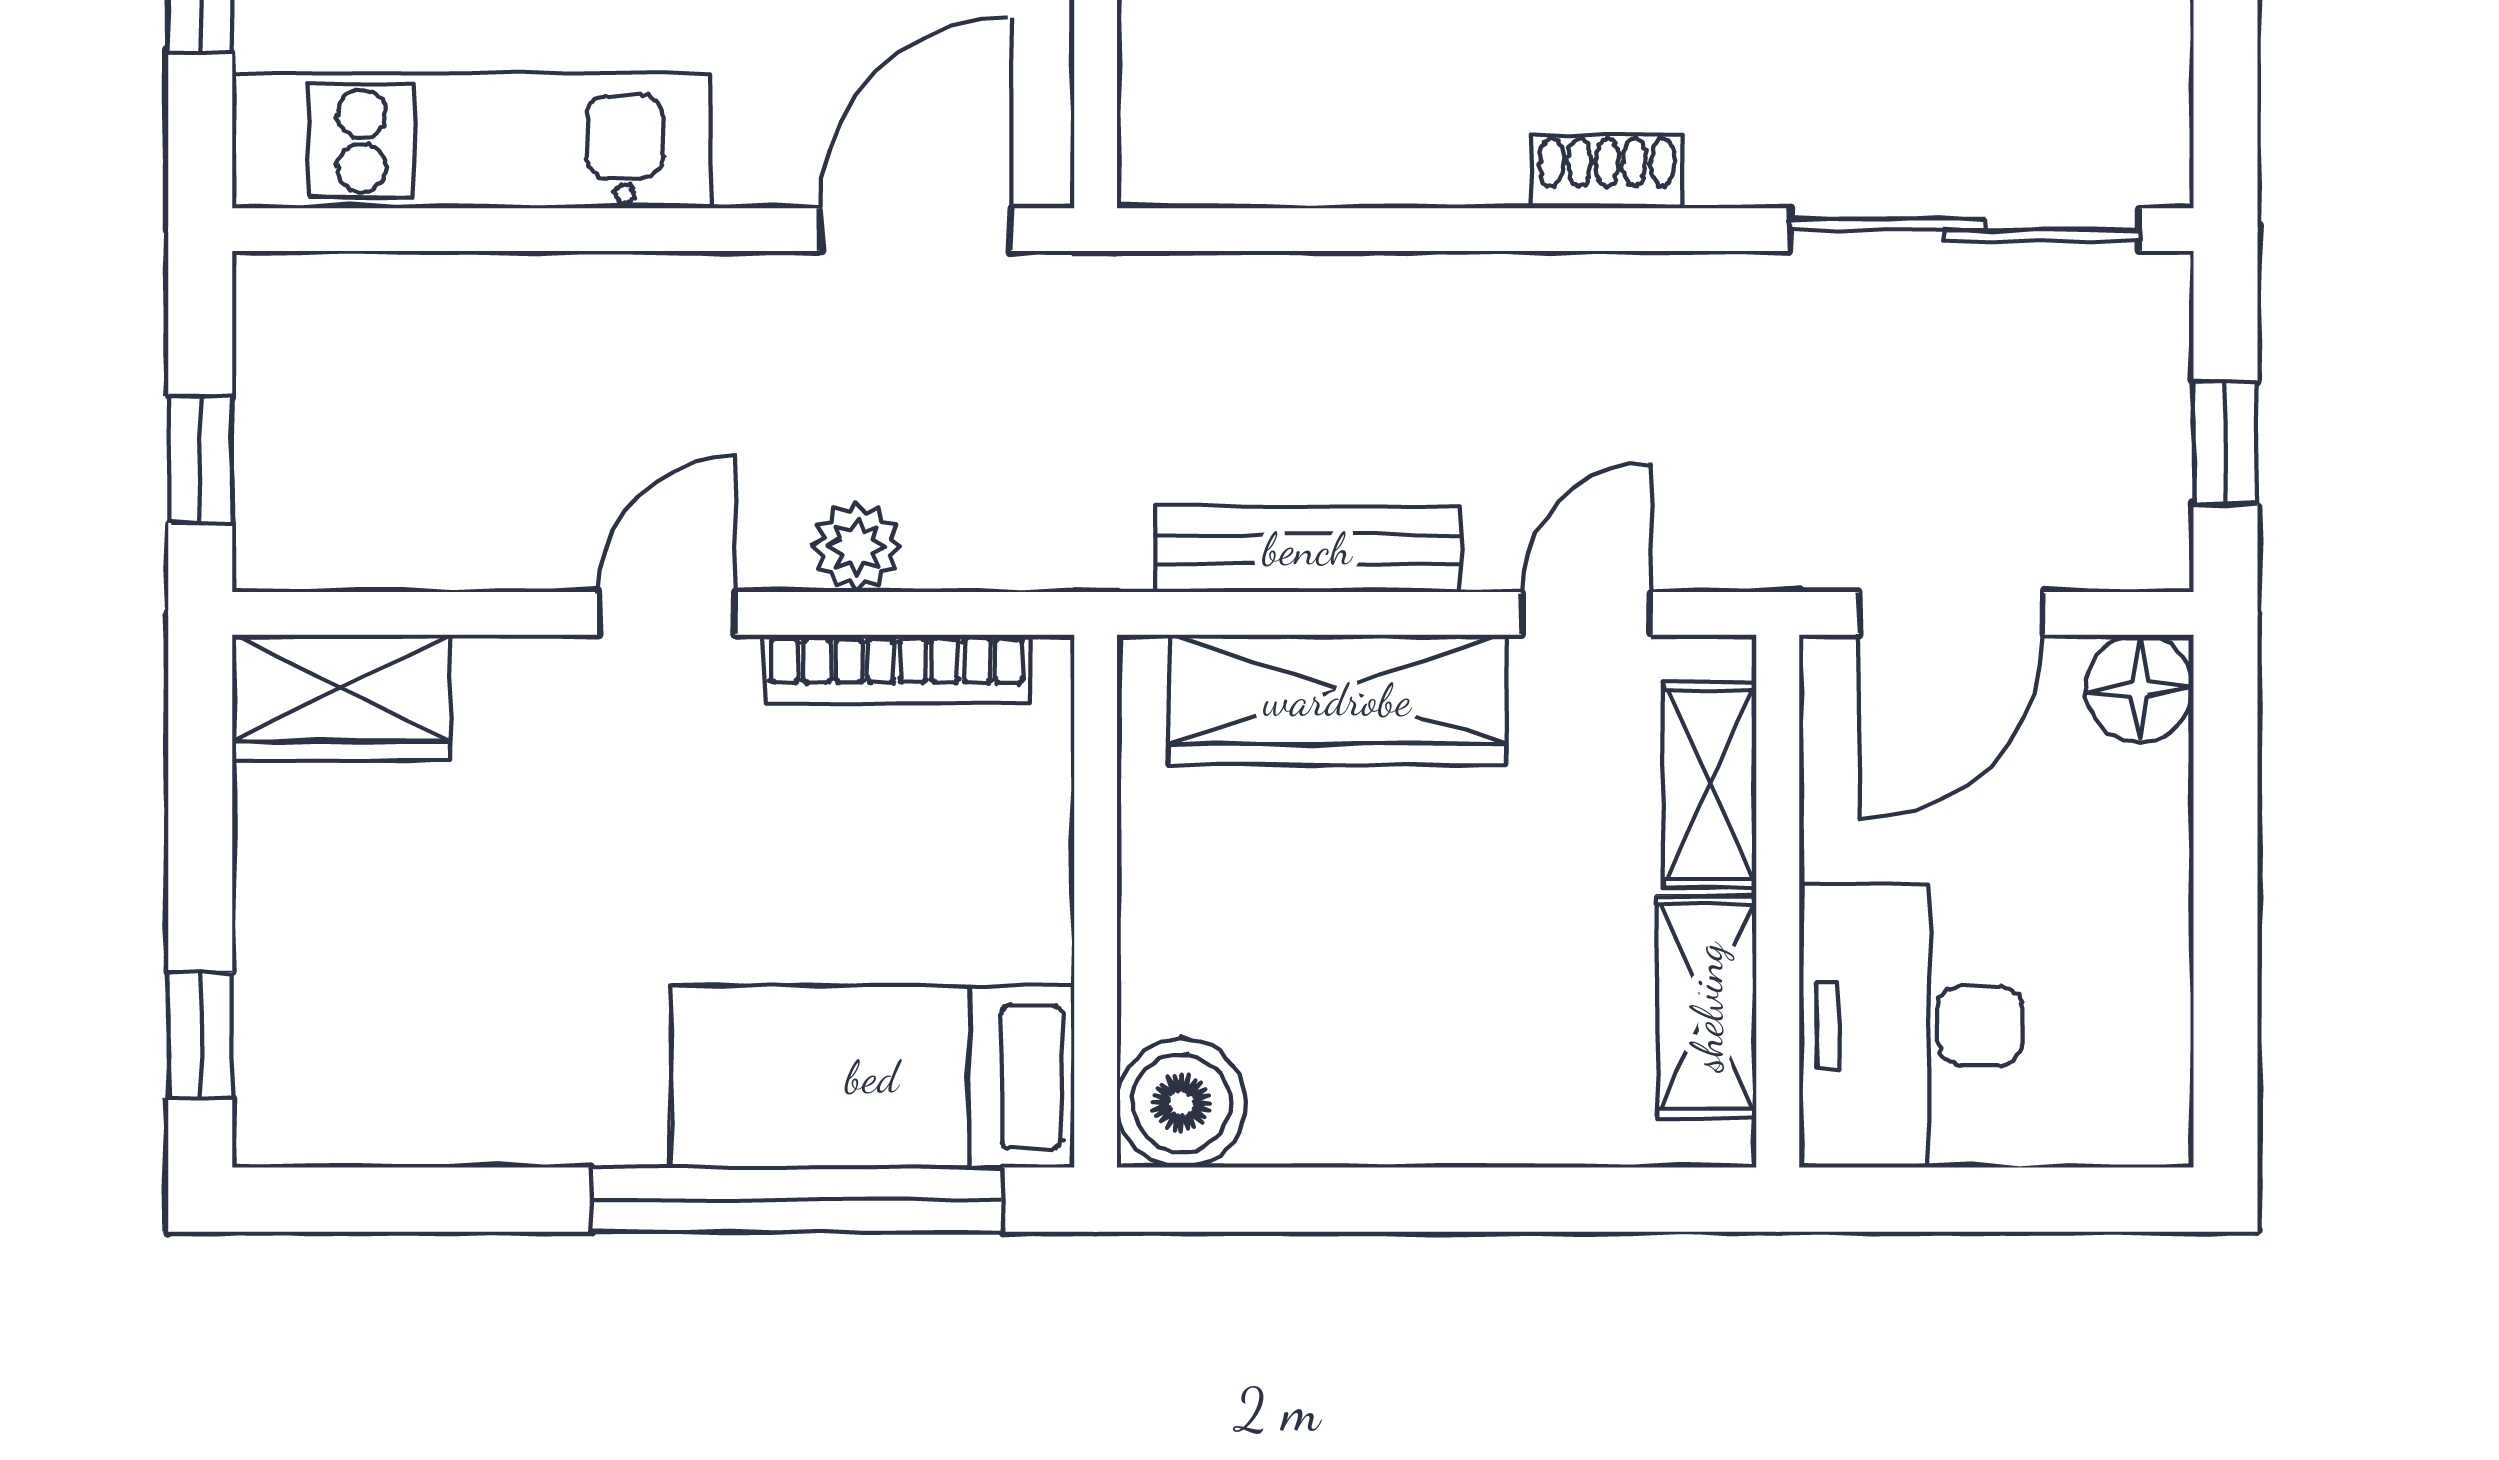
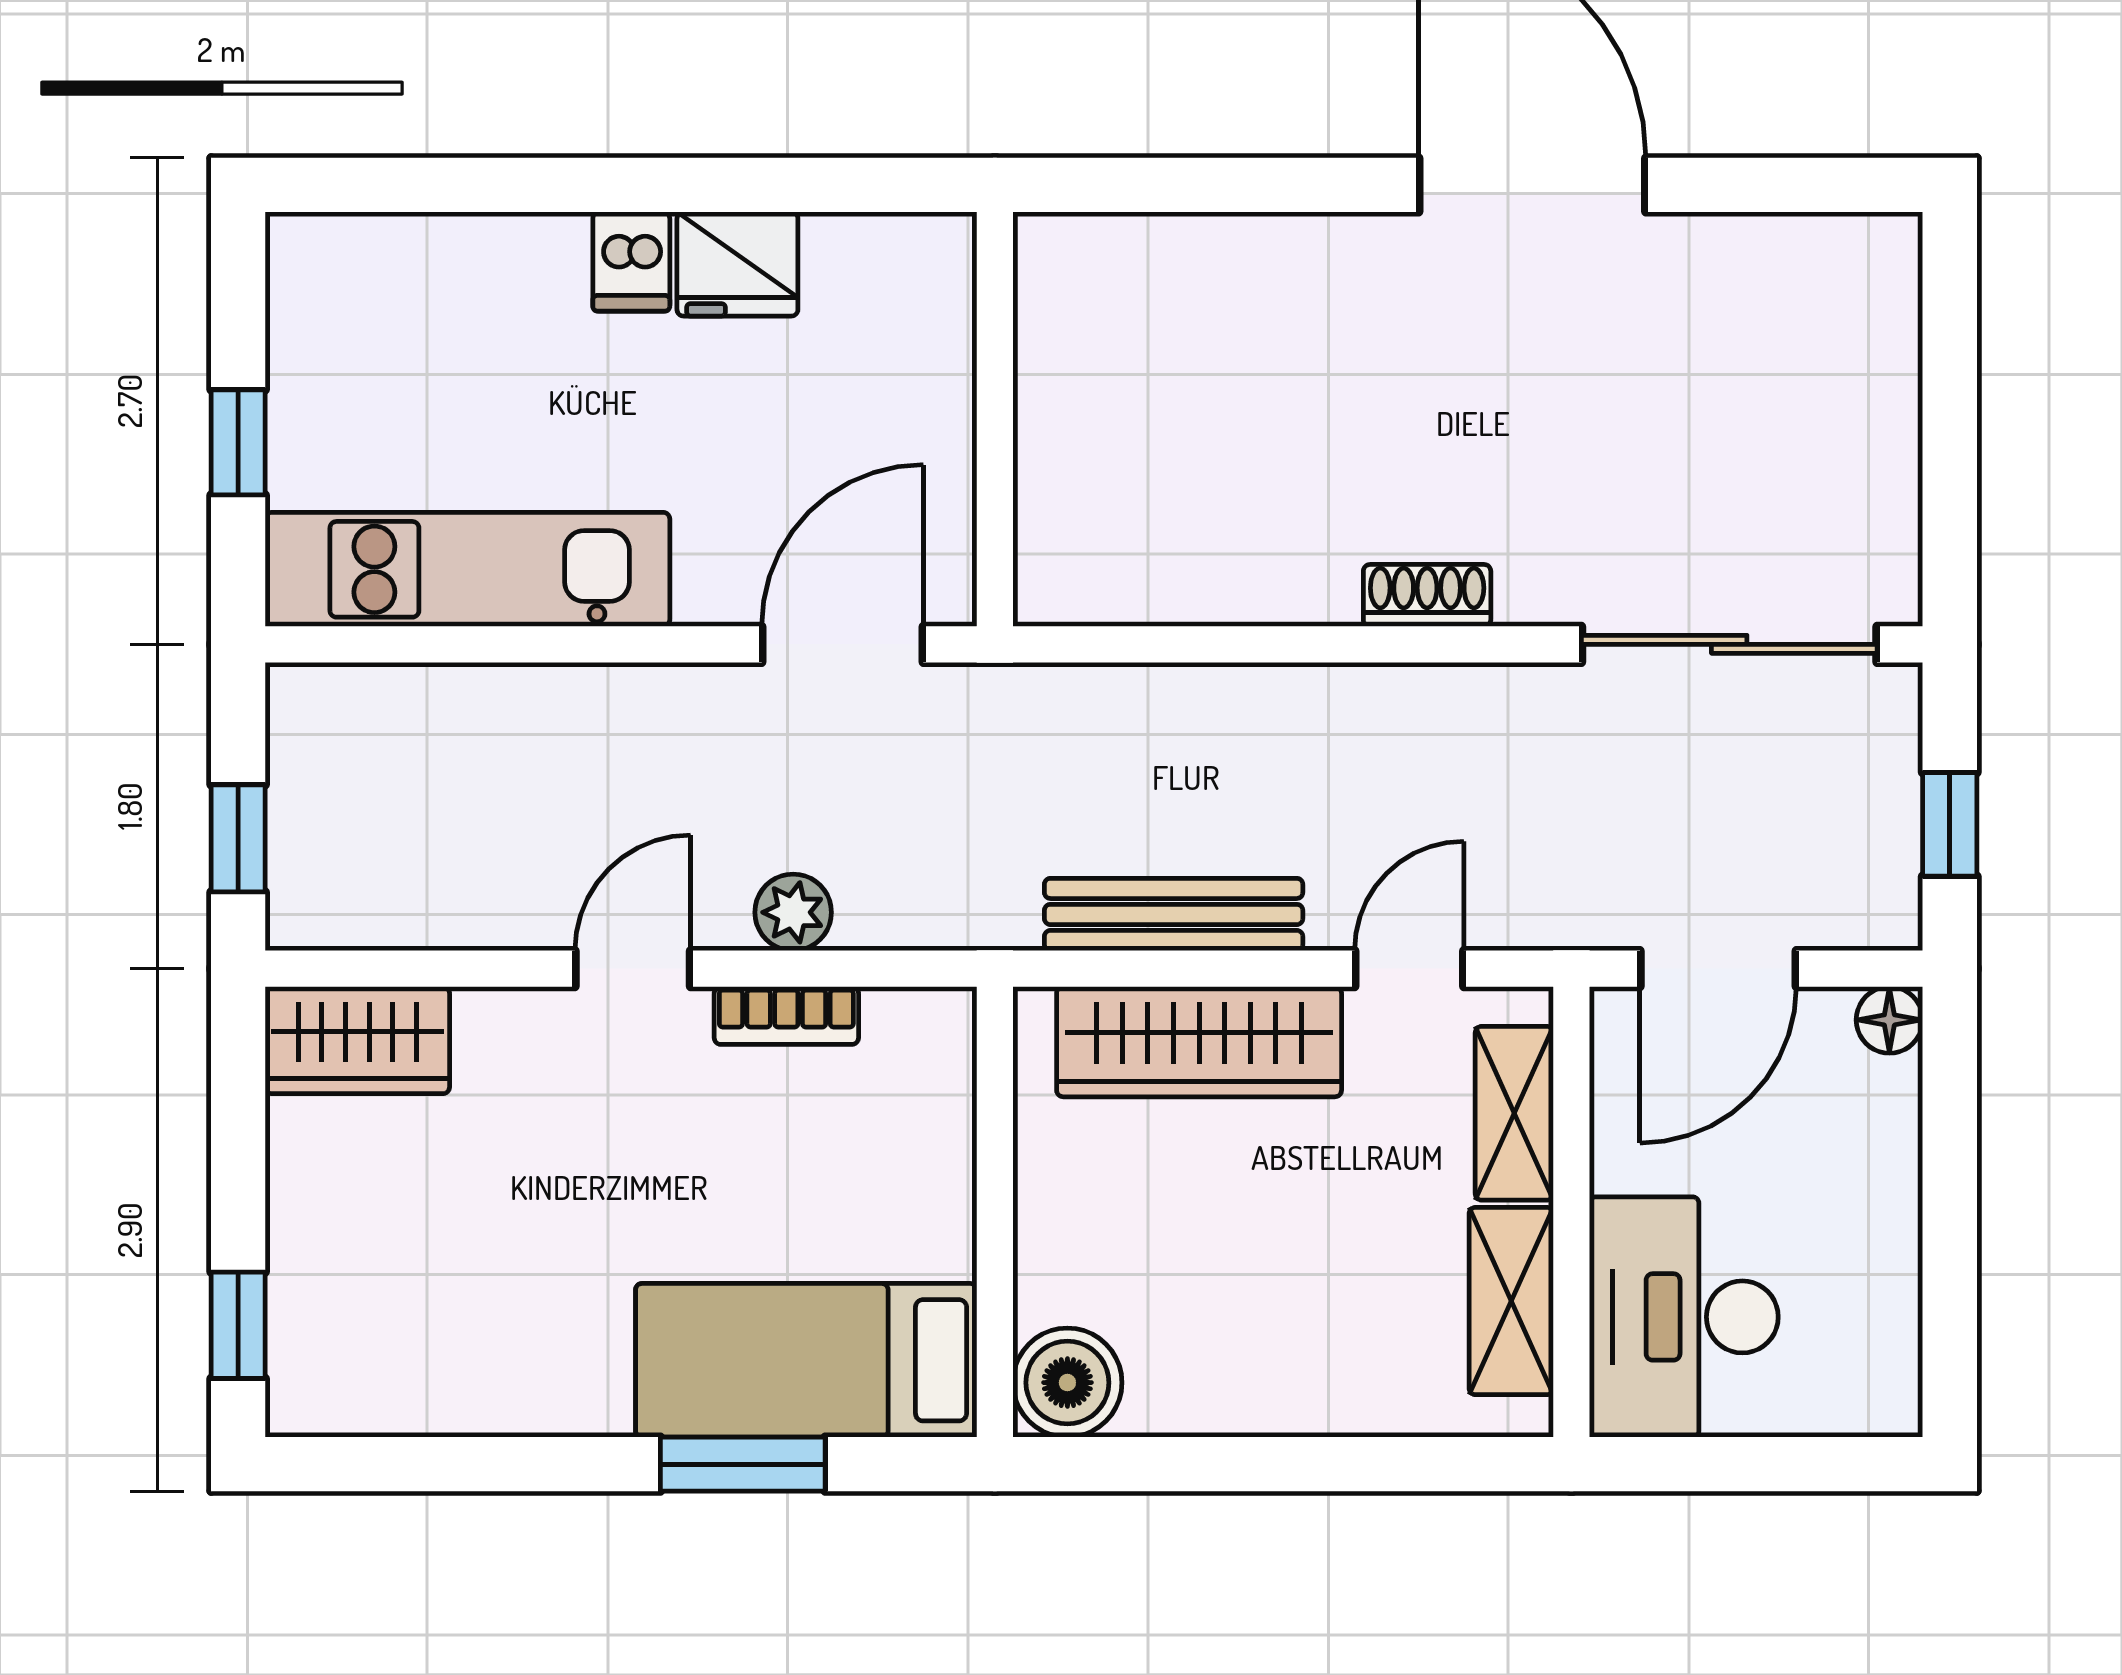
bookcase: (897, 669) -> (786, 1016), width x0.64
floor lamp: (2140, 689) -> (1889, 1020), width x0.73, depth x0.73
window: (797, 1200) -> (743, 1464), width x0.47

